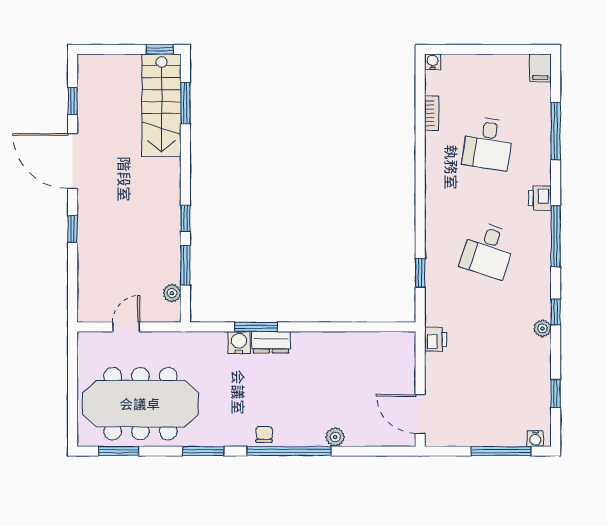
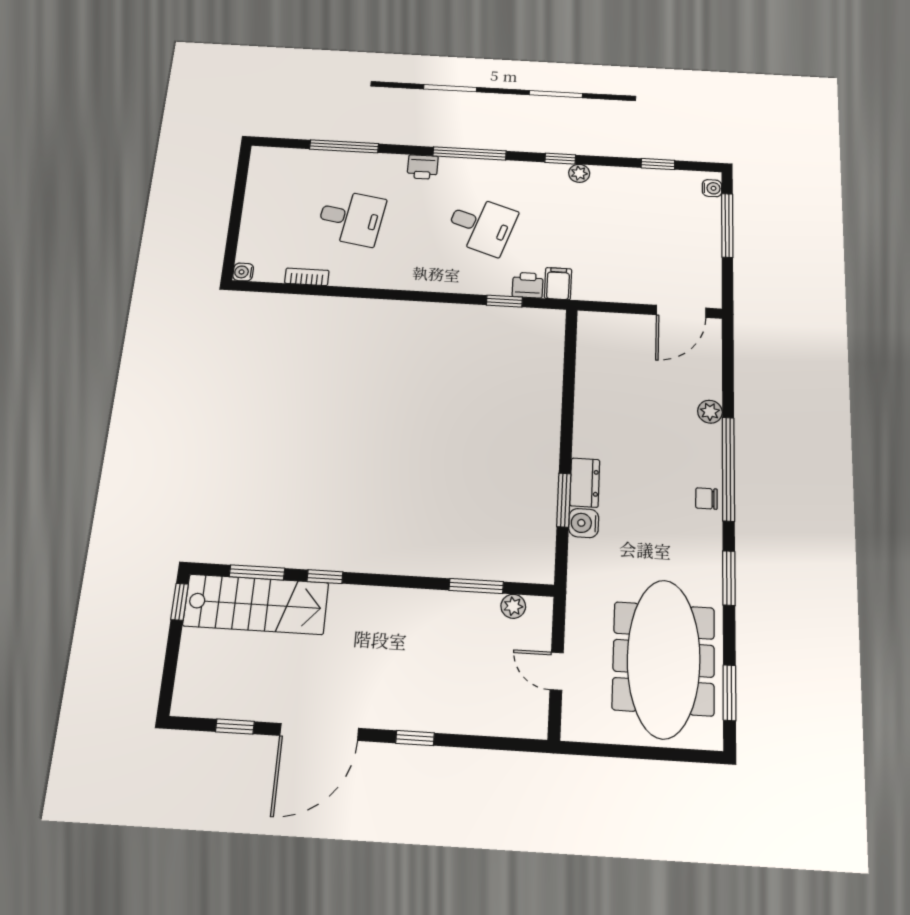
filing cabinet: (540, 68) -> (558, 284), moved, turned -90
window: (185, 218) -> (325, 577), moved
printer: (436, 339) -> (528, 285), moved

